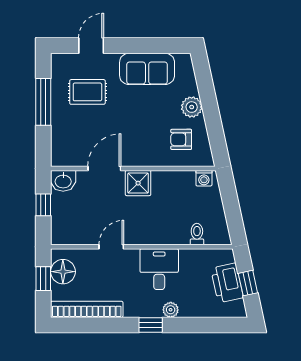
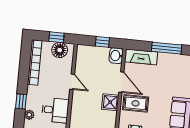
rug: (87, 92) -> (136, 103), moved, turned 90
fireplace: (61, 141) -> (141, 57), added

